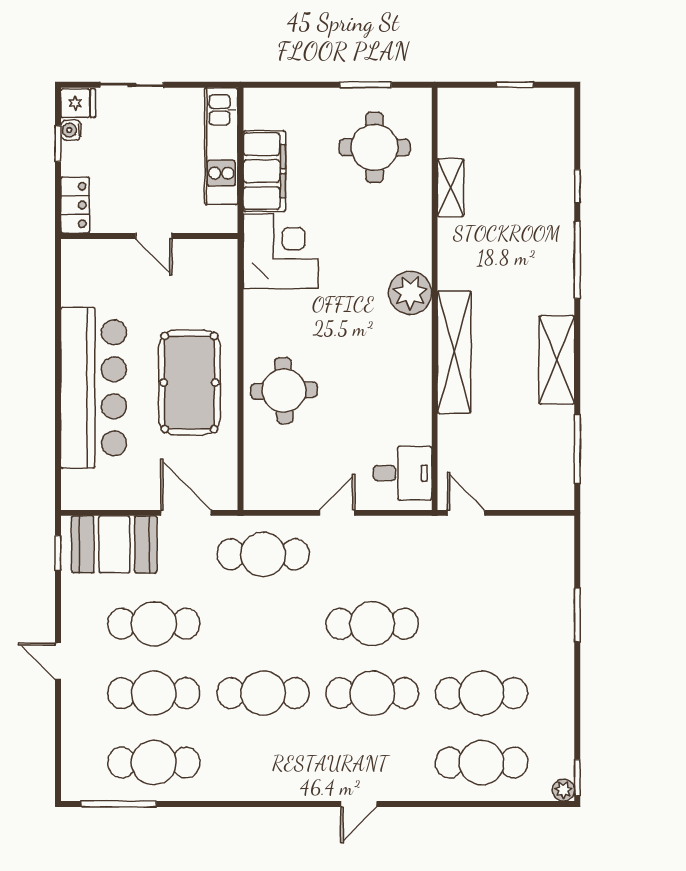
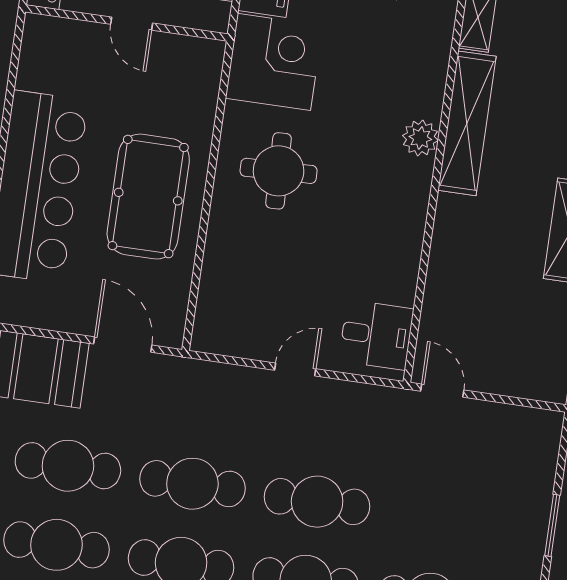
plant: (410, 293) -> (420, 138), width x0.73, depth x0.73
shelving: (454, 352) -> (467, 123), moved
round table: (284, 390) -> (279, 171), moved
cafe table: (263, 554) -> (192, 484), moved

